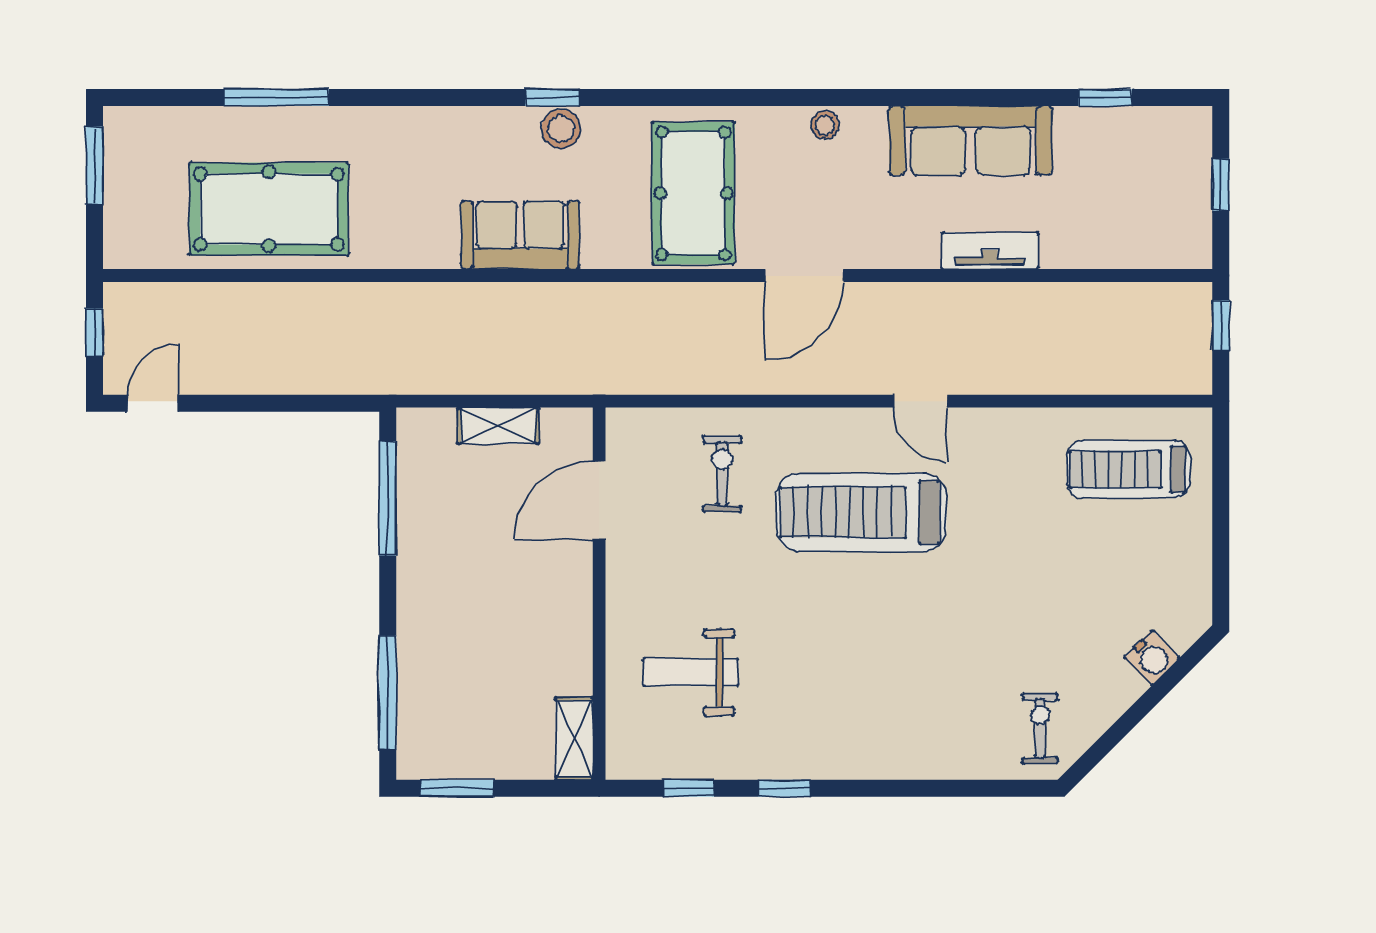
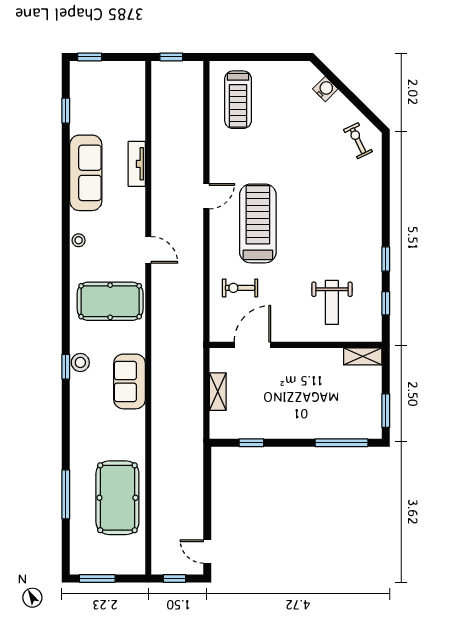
window: (1221, 185) -> (90, 57), moved
door: (804, 276) -> (148, 250), width x0.73
window: (388, 498) -> (251, 443), width x0.46
door: (599, 500) -> (252, 345), swing flipped
treadmill: (861, 512) -> (258, 223), turned 180
exercise bike: (1040, 728) -> (358, 141), turned 64

